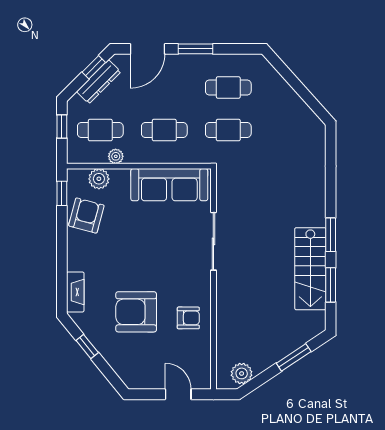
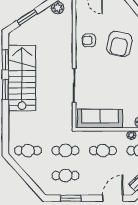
window: (195, 49) -> (71, 198), moved
cafe table: (292, 130) -> (28, 151), added
stairs: (310, 269) -> (22, 78), width x1.36, depth x1.51
armchair: (136, 312) -> (119, 44), turned 101

